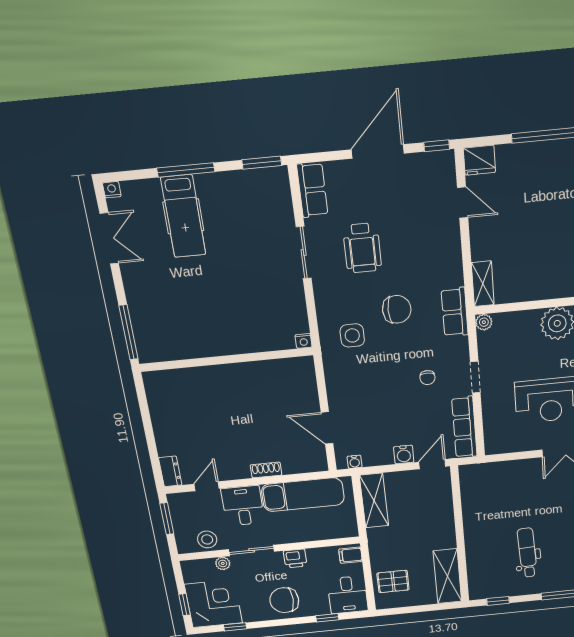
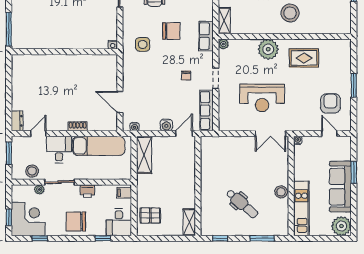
dental chair: (527, 553) -> (242, 204), turned 134
shelving: (447, 576) -> (189, 222), width x0.67, depth x0.75

